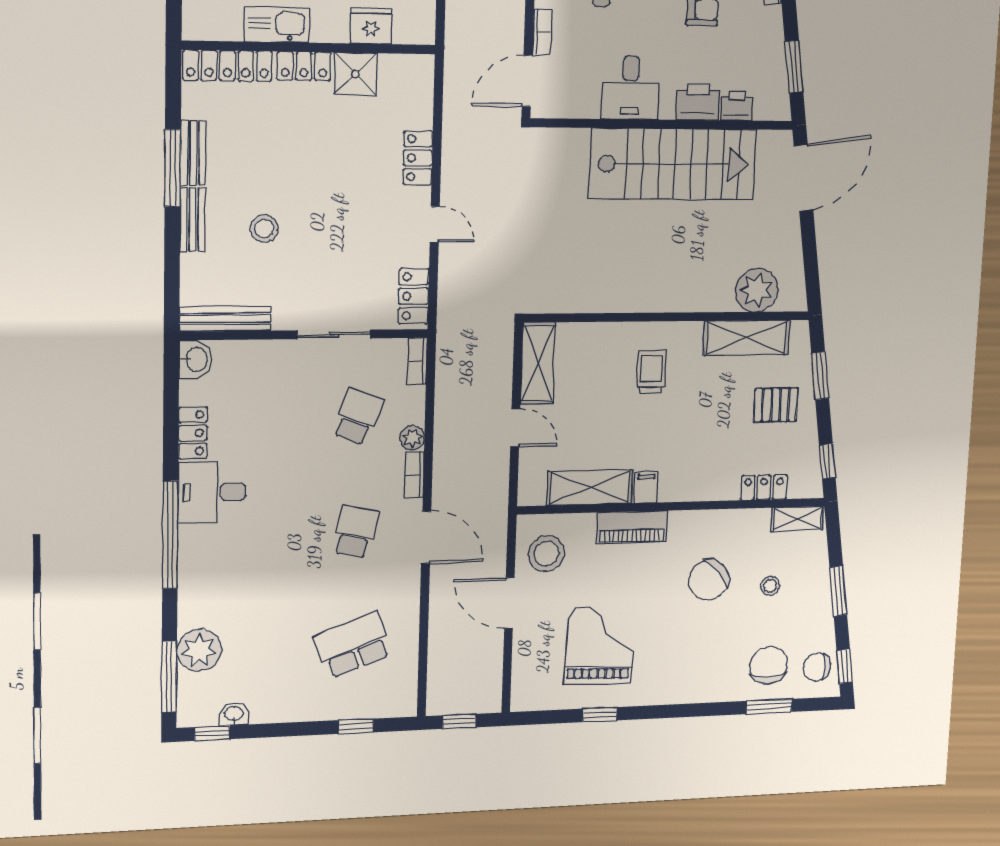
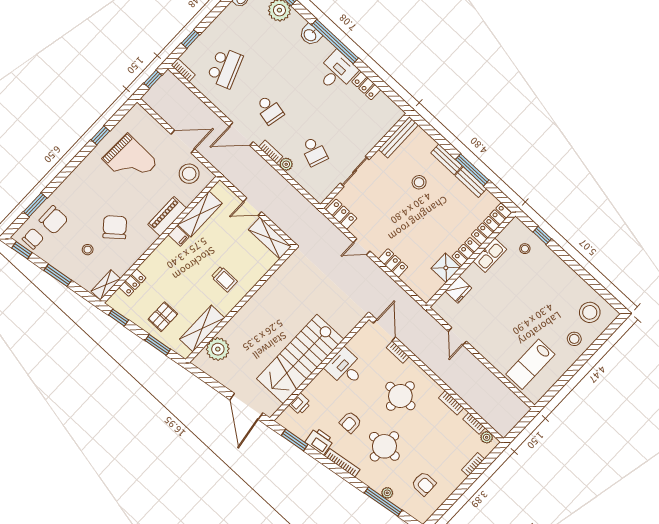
printer: (698, 102) -> (319, 441), moved, turned -98
washbasin: (196, 359) -> (310, 35), moved
bookcase: (417, 361) -> (183, 70), moved

